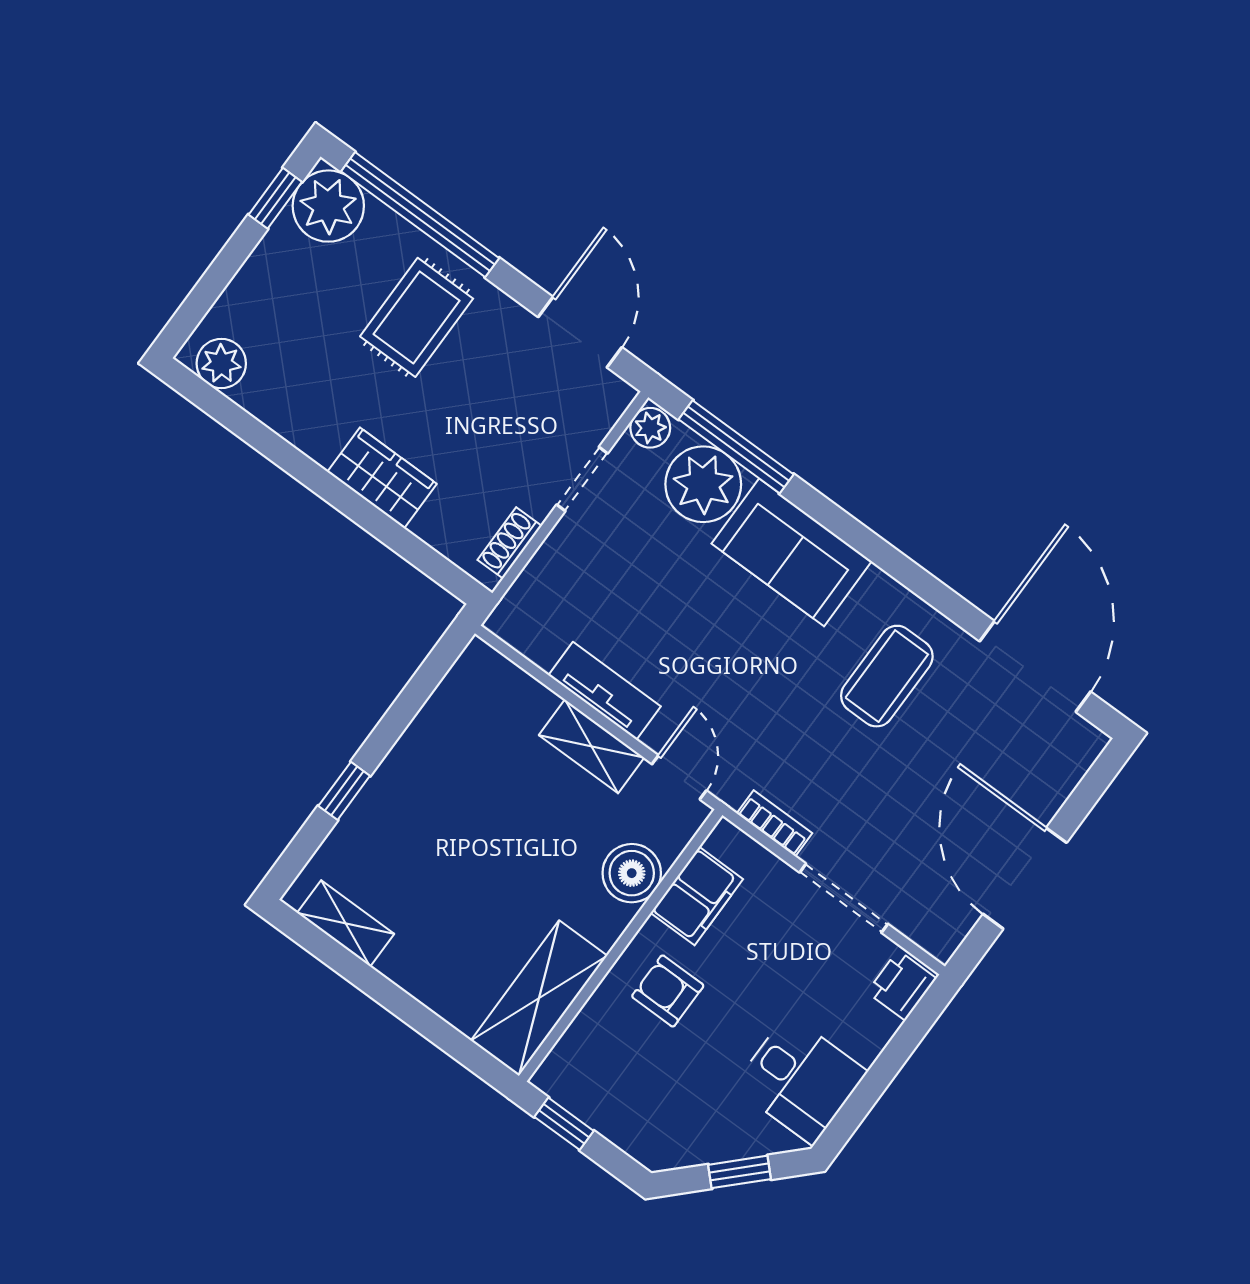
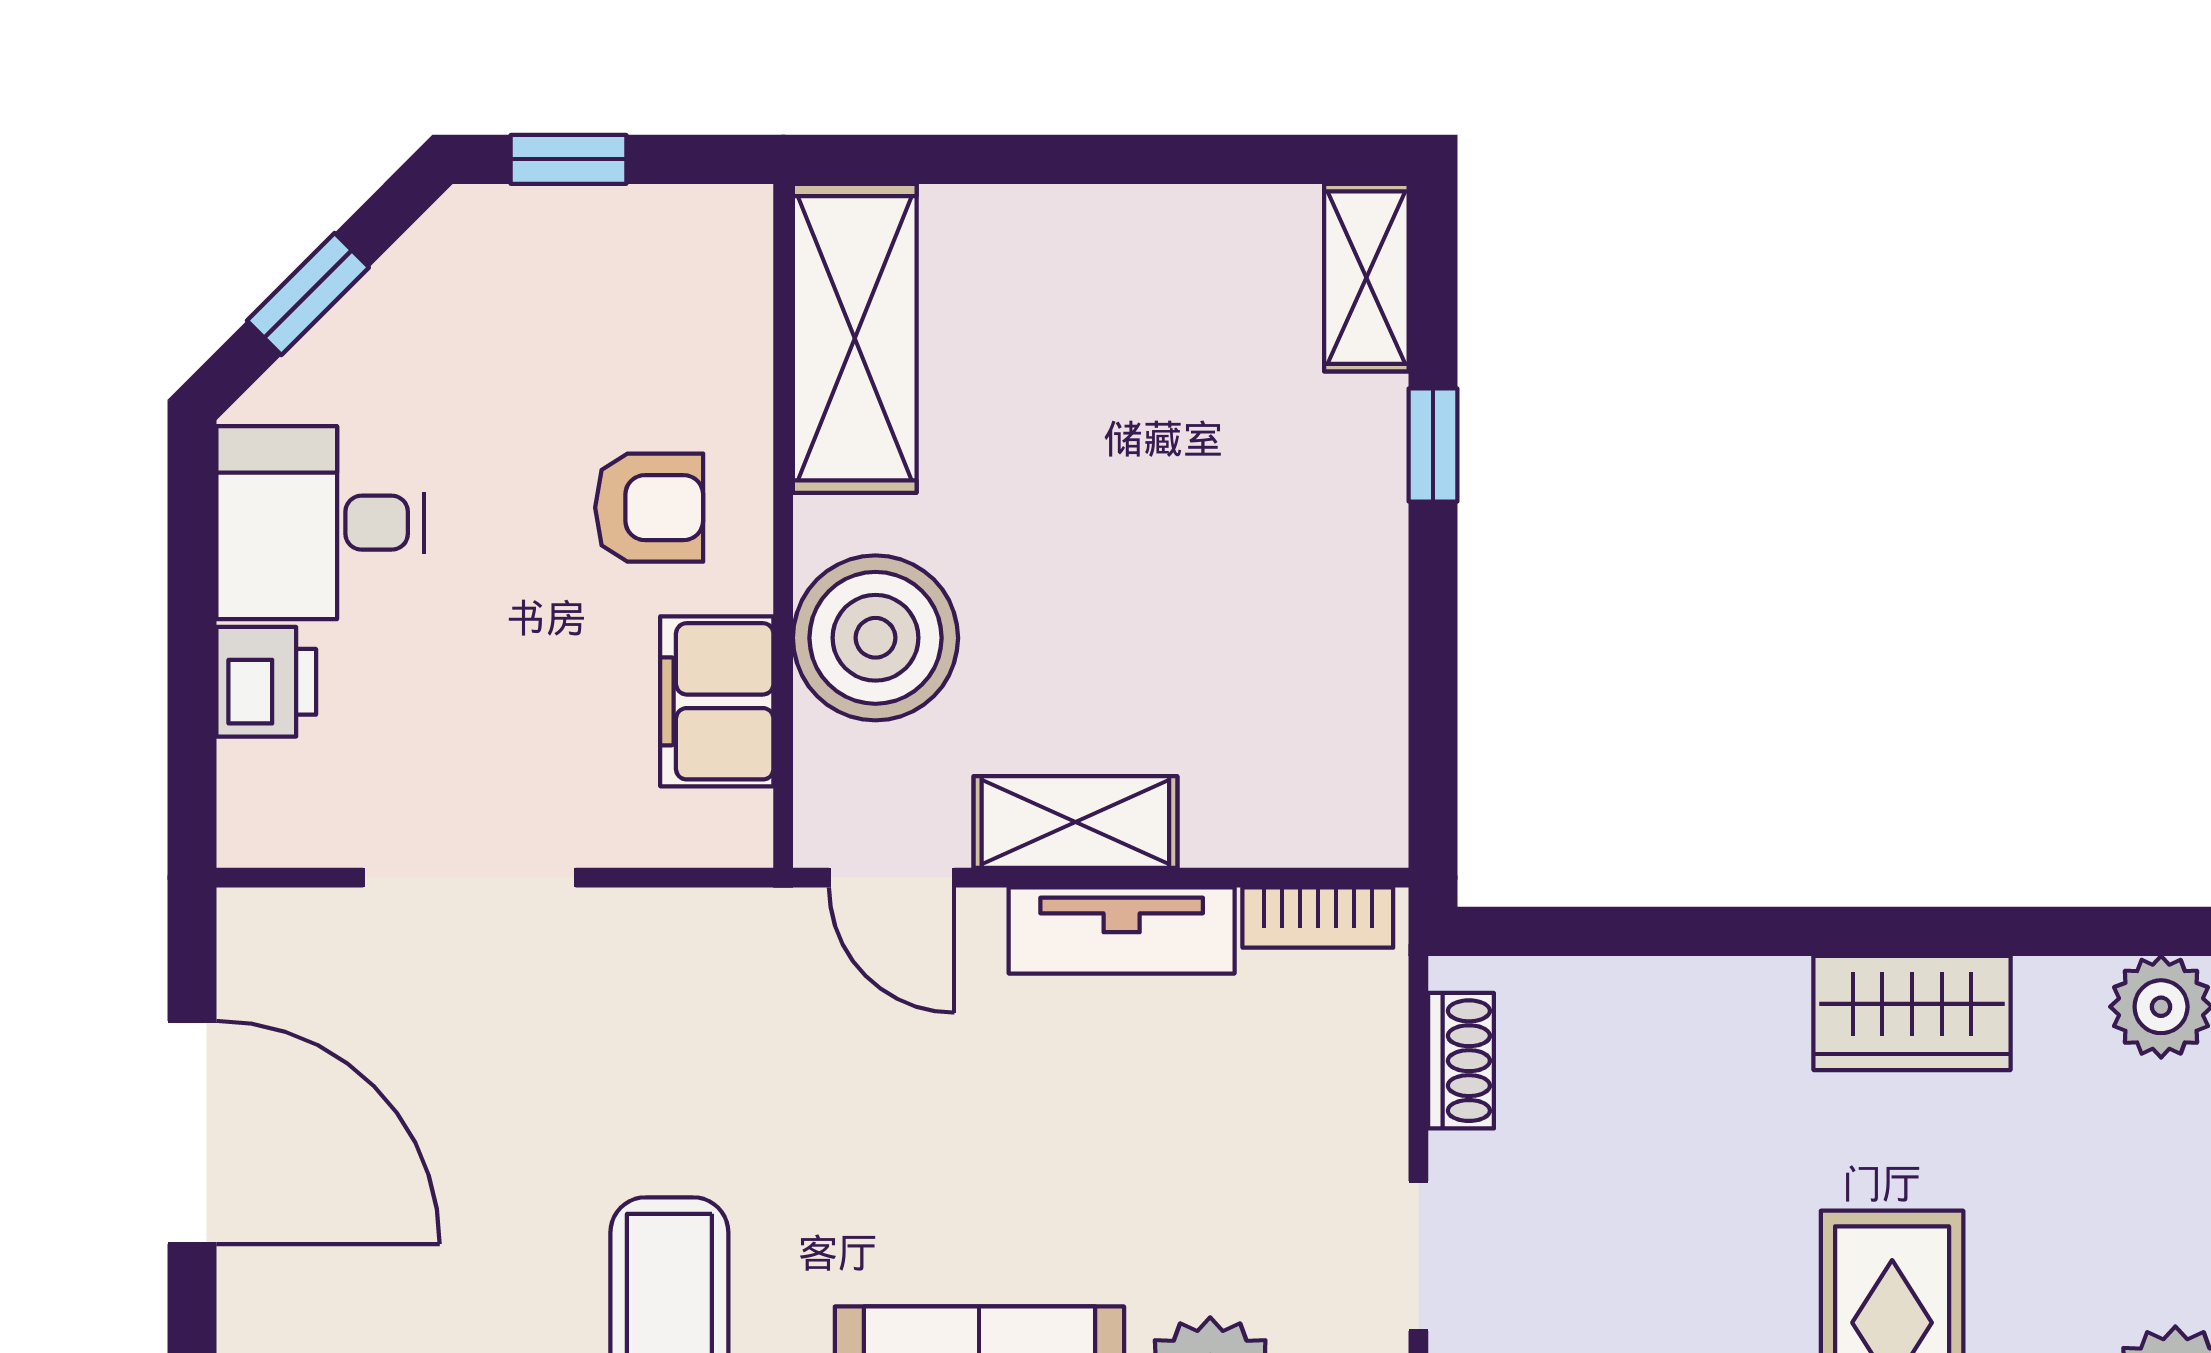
wardrobe: (382, 478) -> (1912, 1013), moved
bookcase: (774, 823) -> (1318, 918), moved
boiler: (632, 873) -> (875, 638), width x1.37, depth x1.37
shelving: (346, 923) -> (1366, 278), moved, turned 90
printer: (902, 985) -> (266, 682), moved
window: (564, 1124) -> (568, 159), moved

